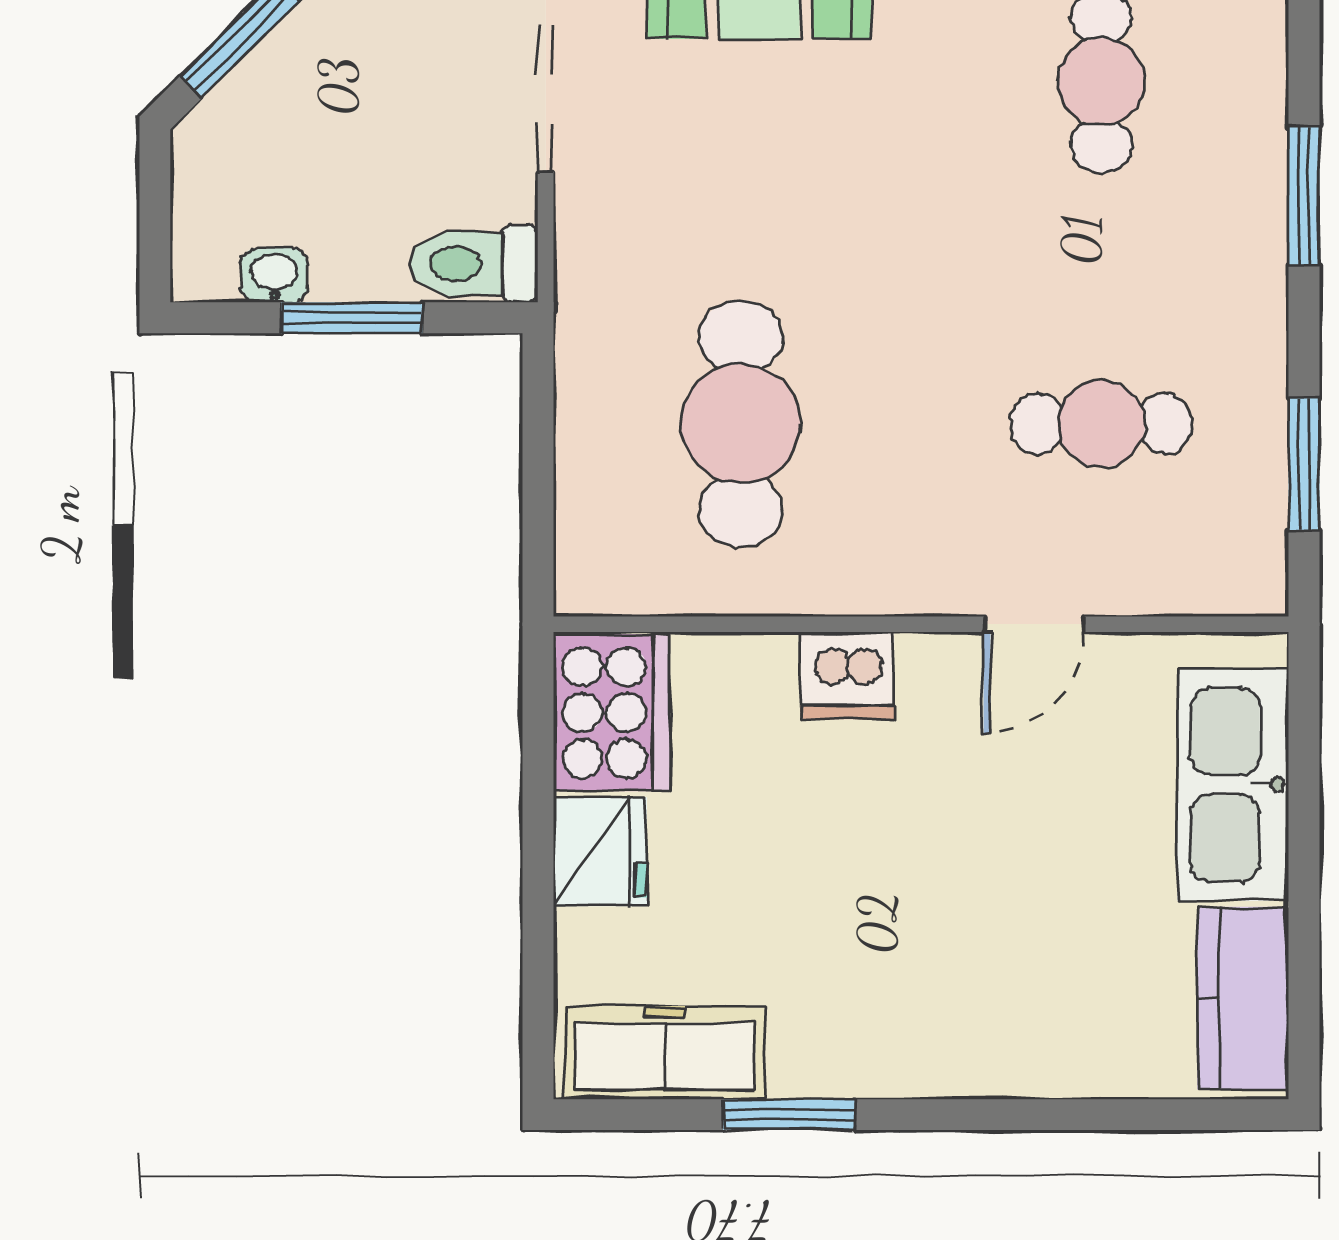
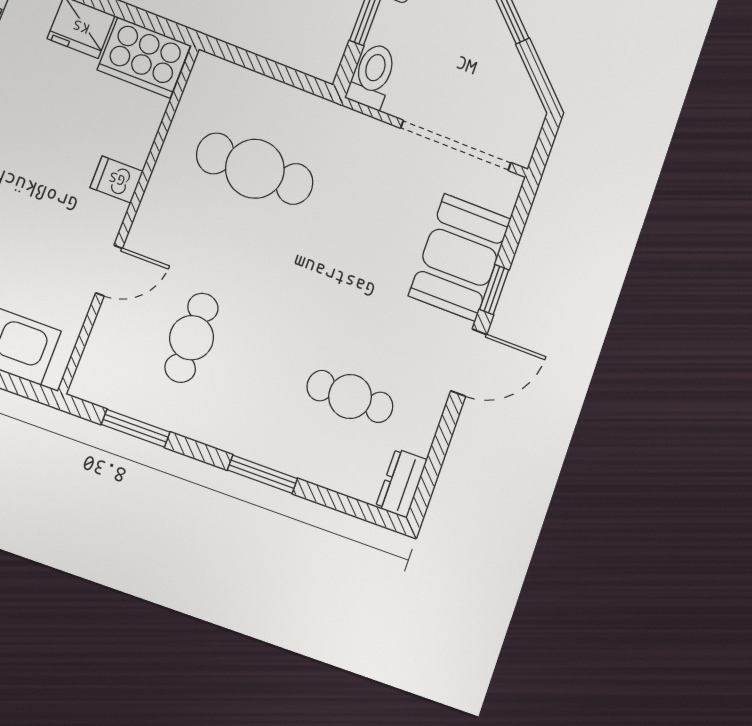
door: (1034, 624) -> (109, 271), swing flipped
dishwasher: (848, 676) -> (117, 179), width x0.73

